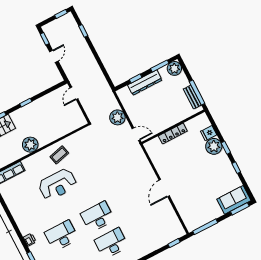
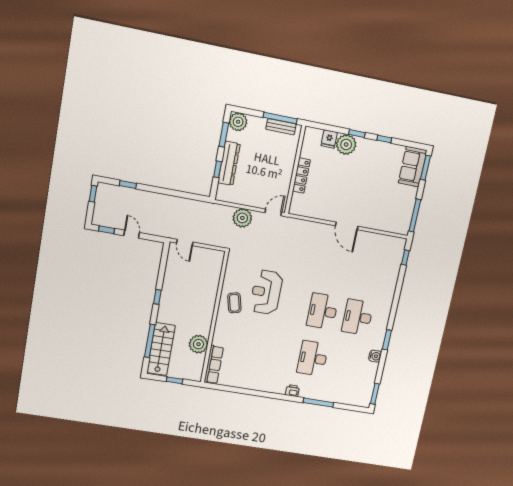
plant: (30, 145) -> (198, 344), moved
reception desk: (58, 185) -> (266, 292), moved, turned 180

